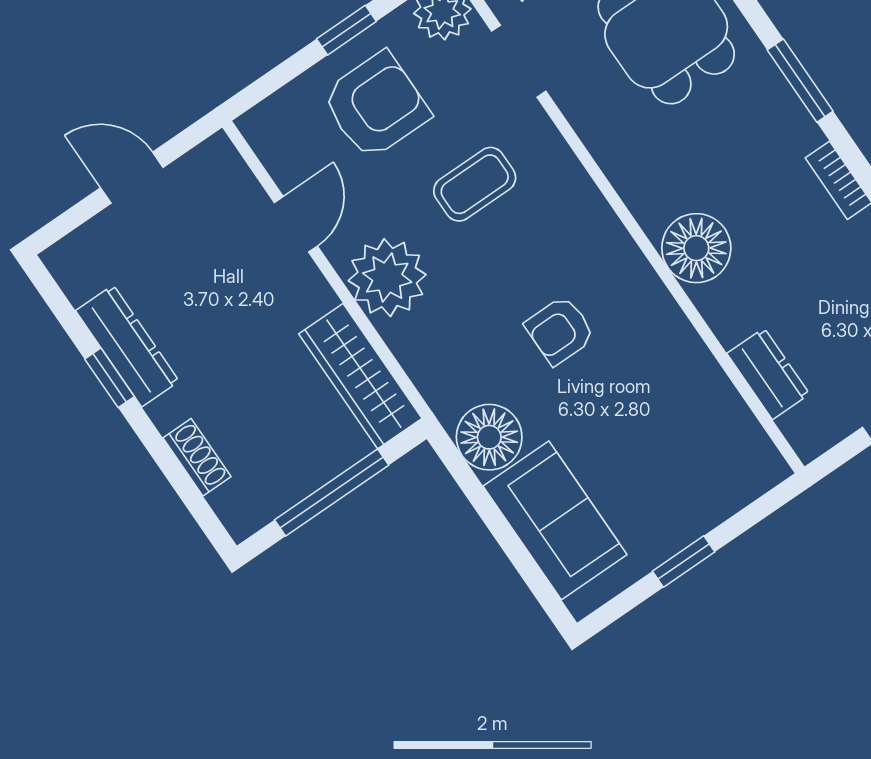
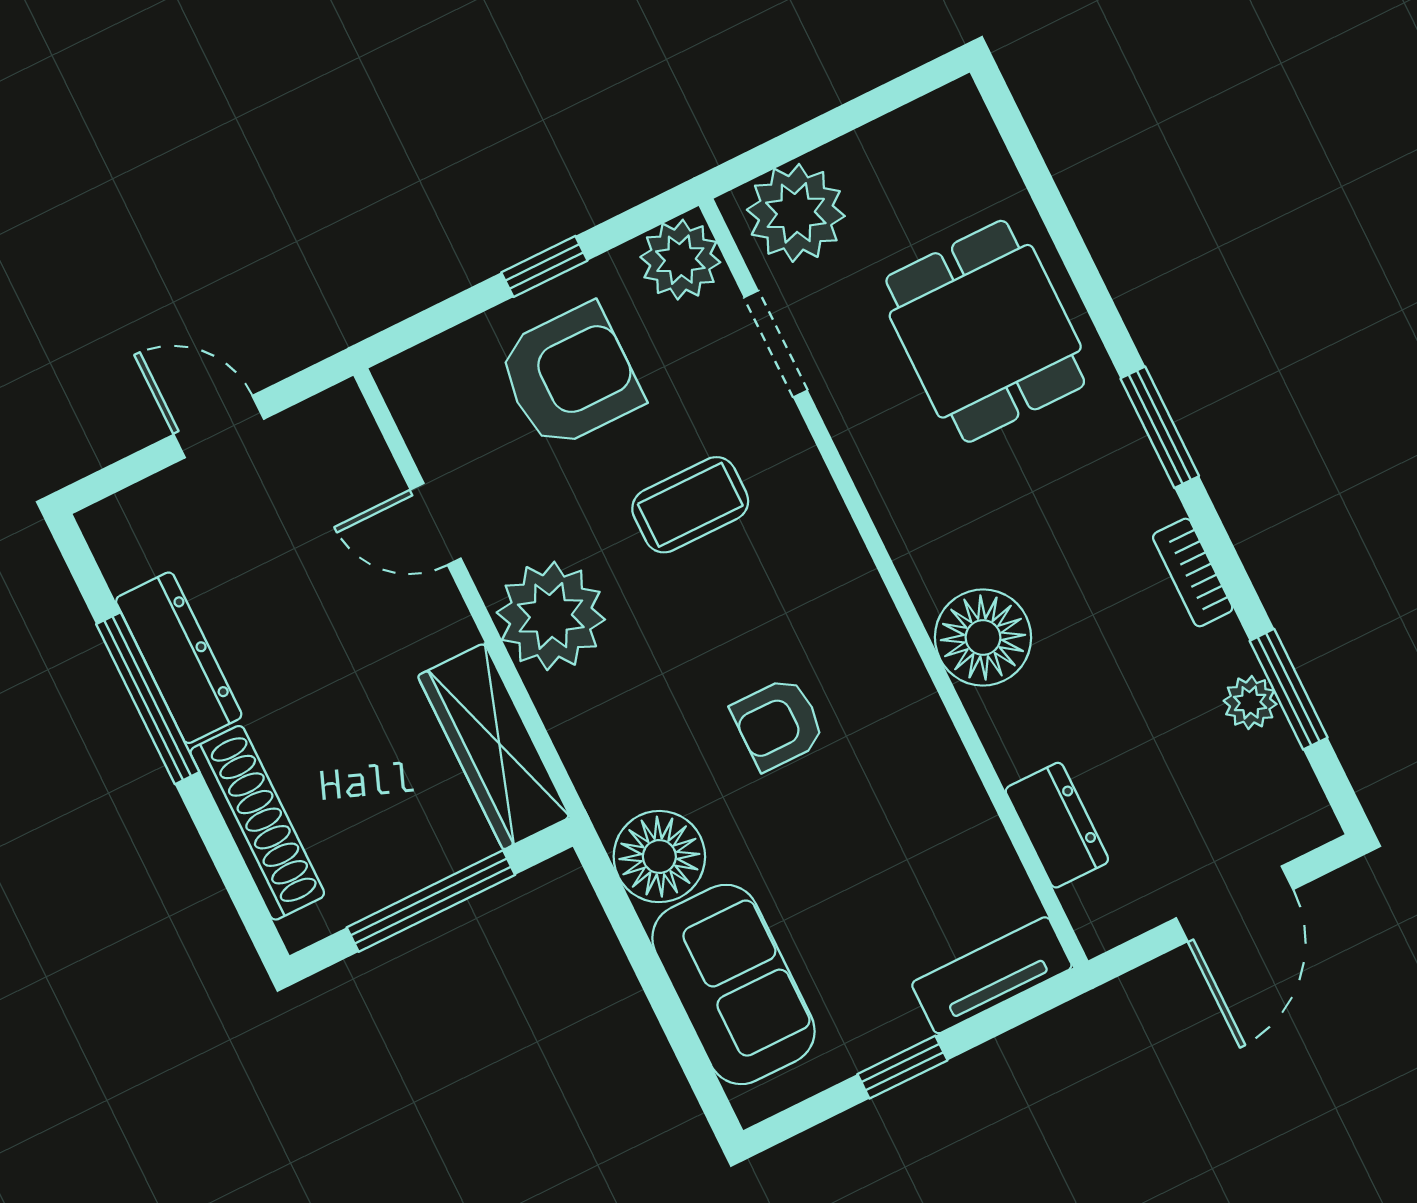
door: (296, 224) -> (436, 524), swing flipped
window: (110, 378) -> (148, 698), width x2.17
shoe rack: (197, 457) -> (257, 823), width x1.94, depth x1.24
tv unit: (738, 487) -> (992, 975), added

